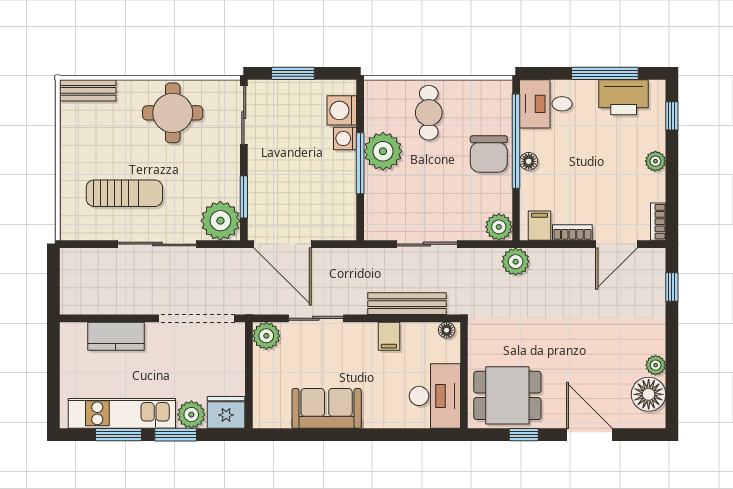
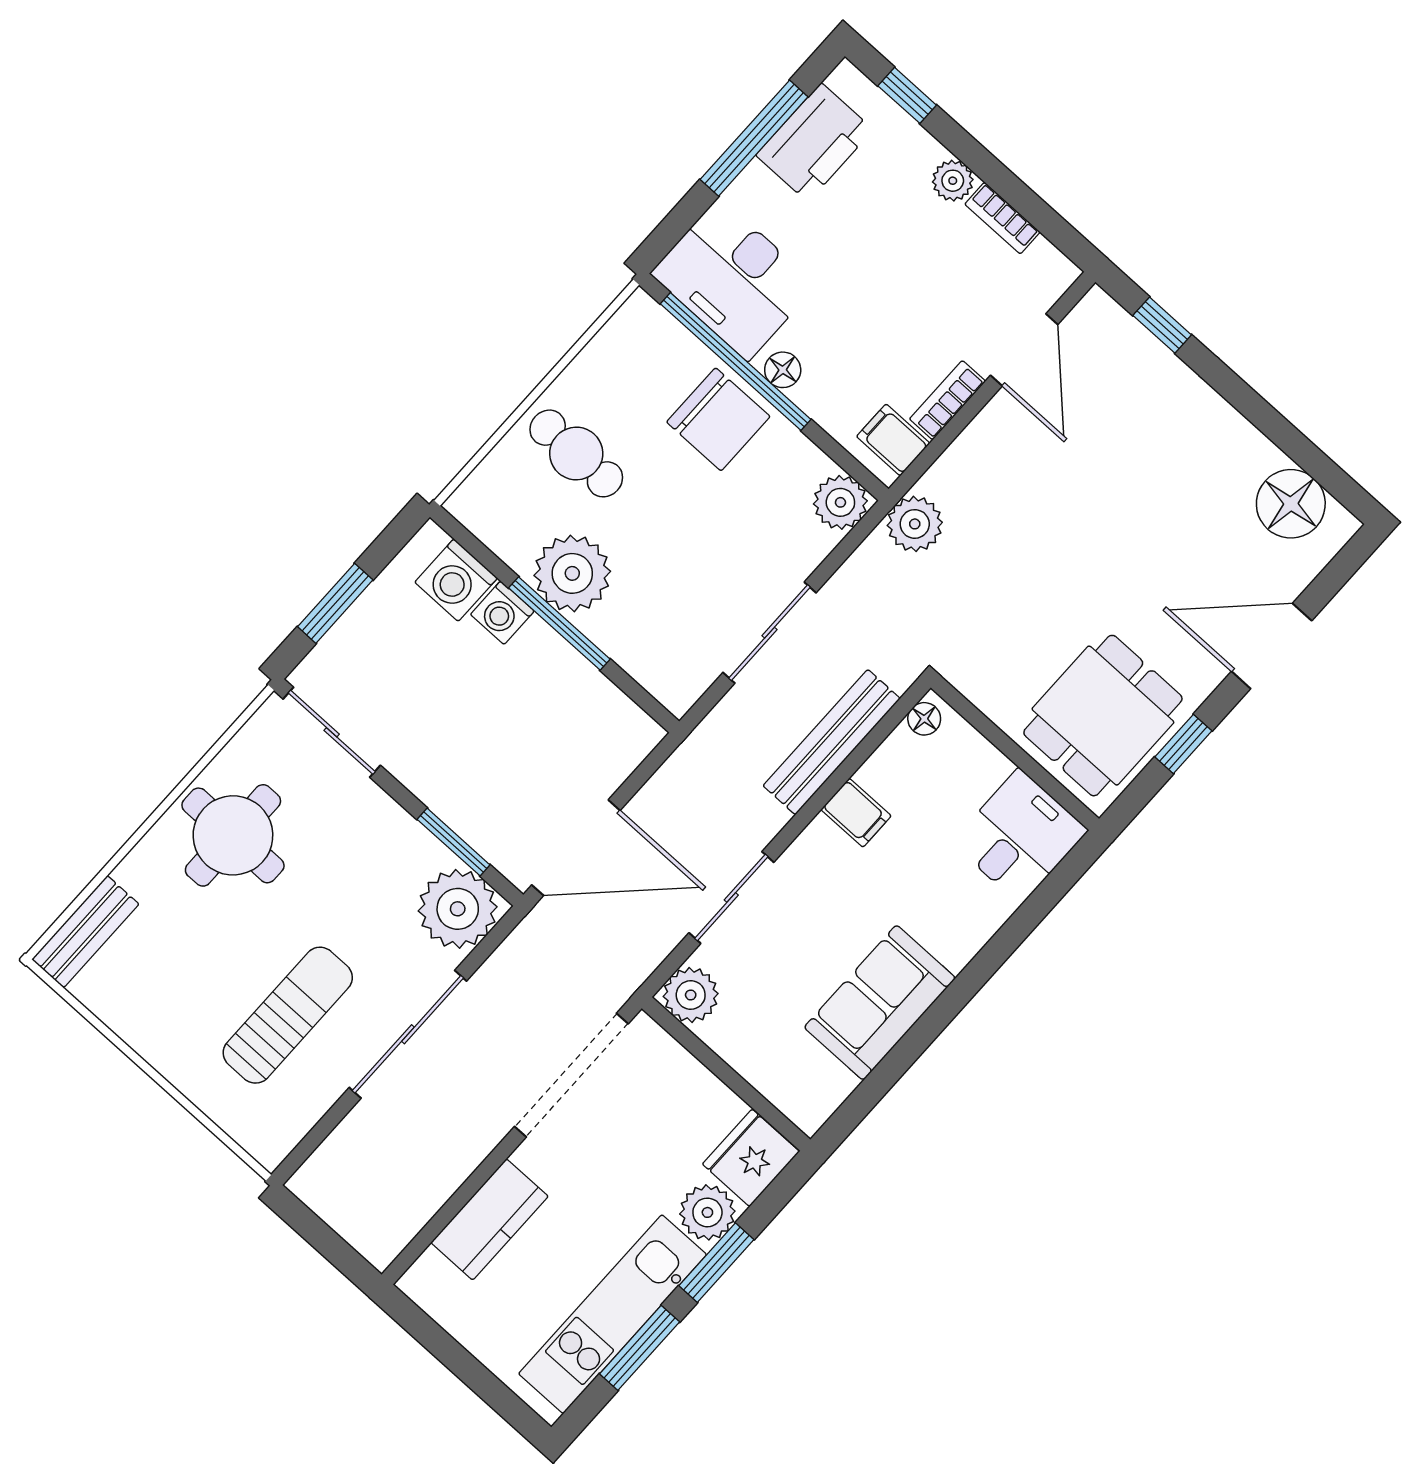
desk: (546, 104) -> (733, 279), width x1.37
bookcase: (658, 222) -> (1002, 218), moved
plant: (656, 365) -> (1257, 454), removed
desk: (435, 396) -> (1020, 836), width x0.73

